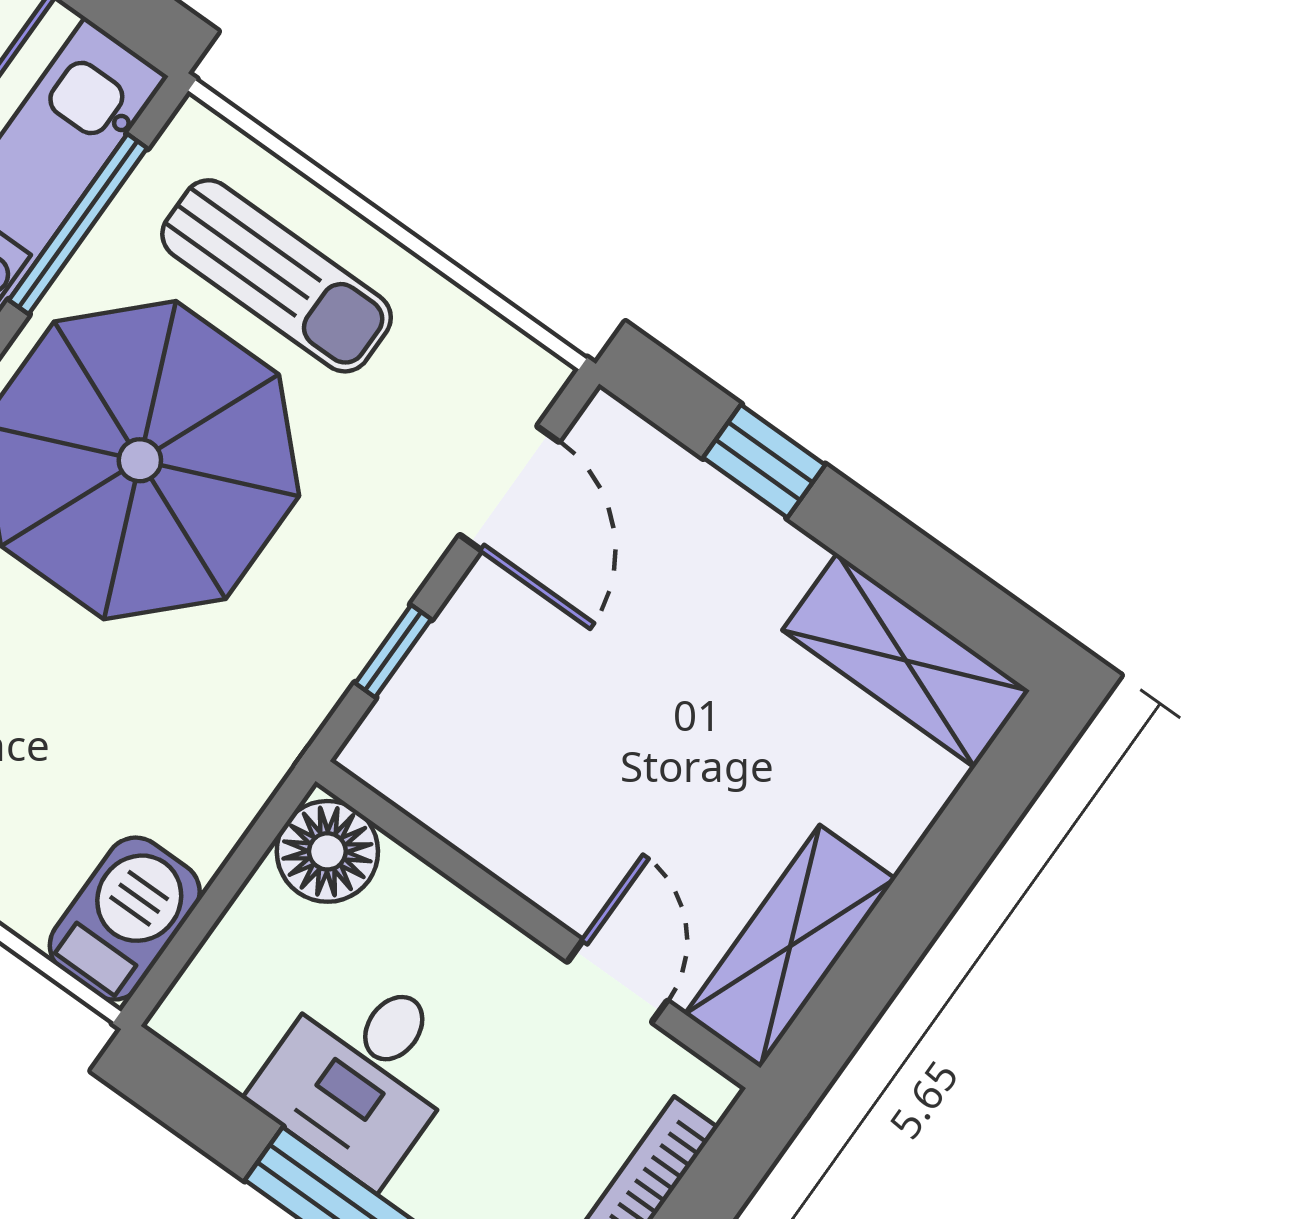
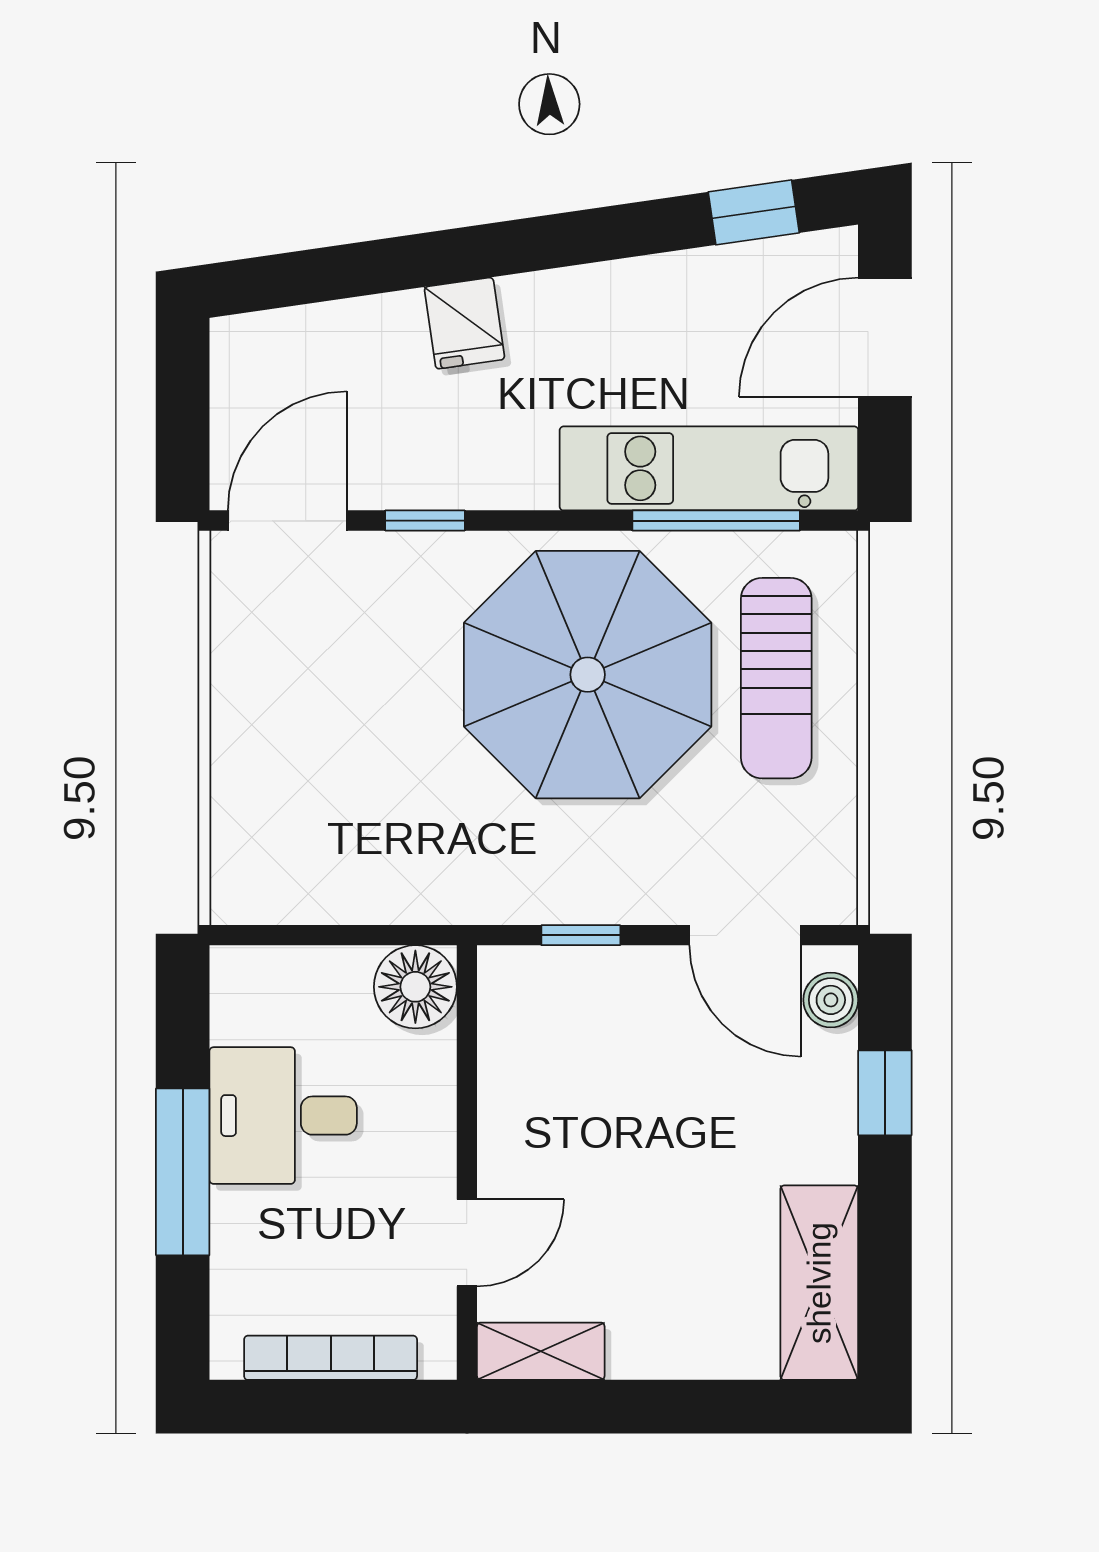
boiler: (634, 449) -> (831, 1000), added
door: (509, 488) -> (745, 935), hinge flipped
barbecue: (125, 919) -> (274, 883), removed
shelving: (790, 946) -> (541, 1351), width x0.67, depth x0.75

